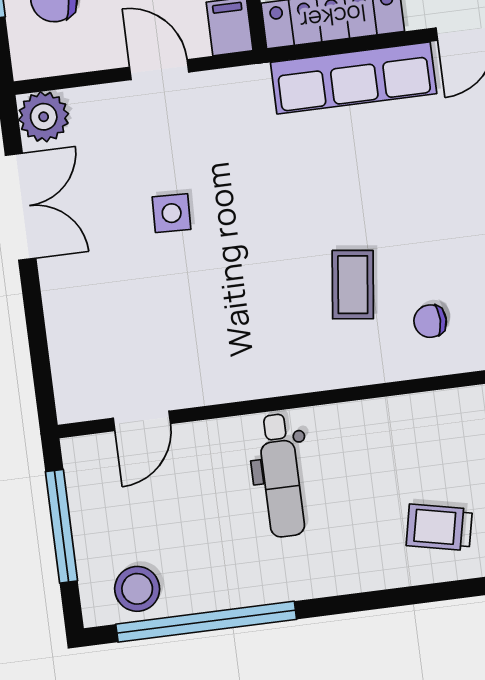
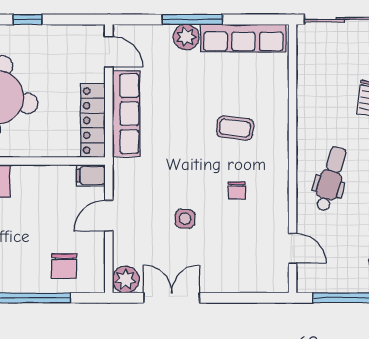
chair: (430, 321) -> (237, 191), moved
dental chair: (281, 475) -> (331, 179), turned -74

